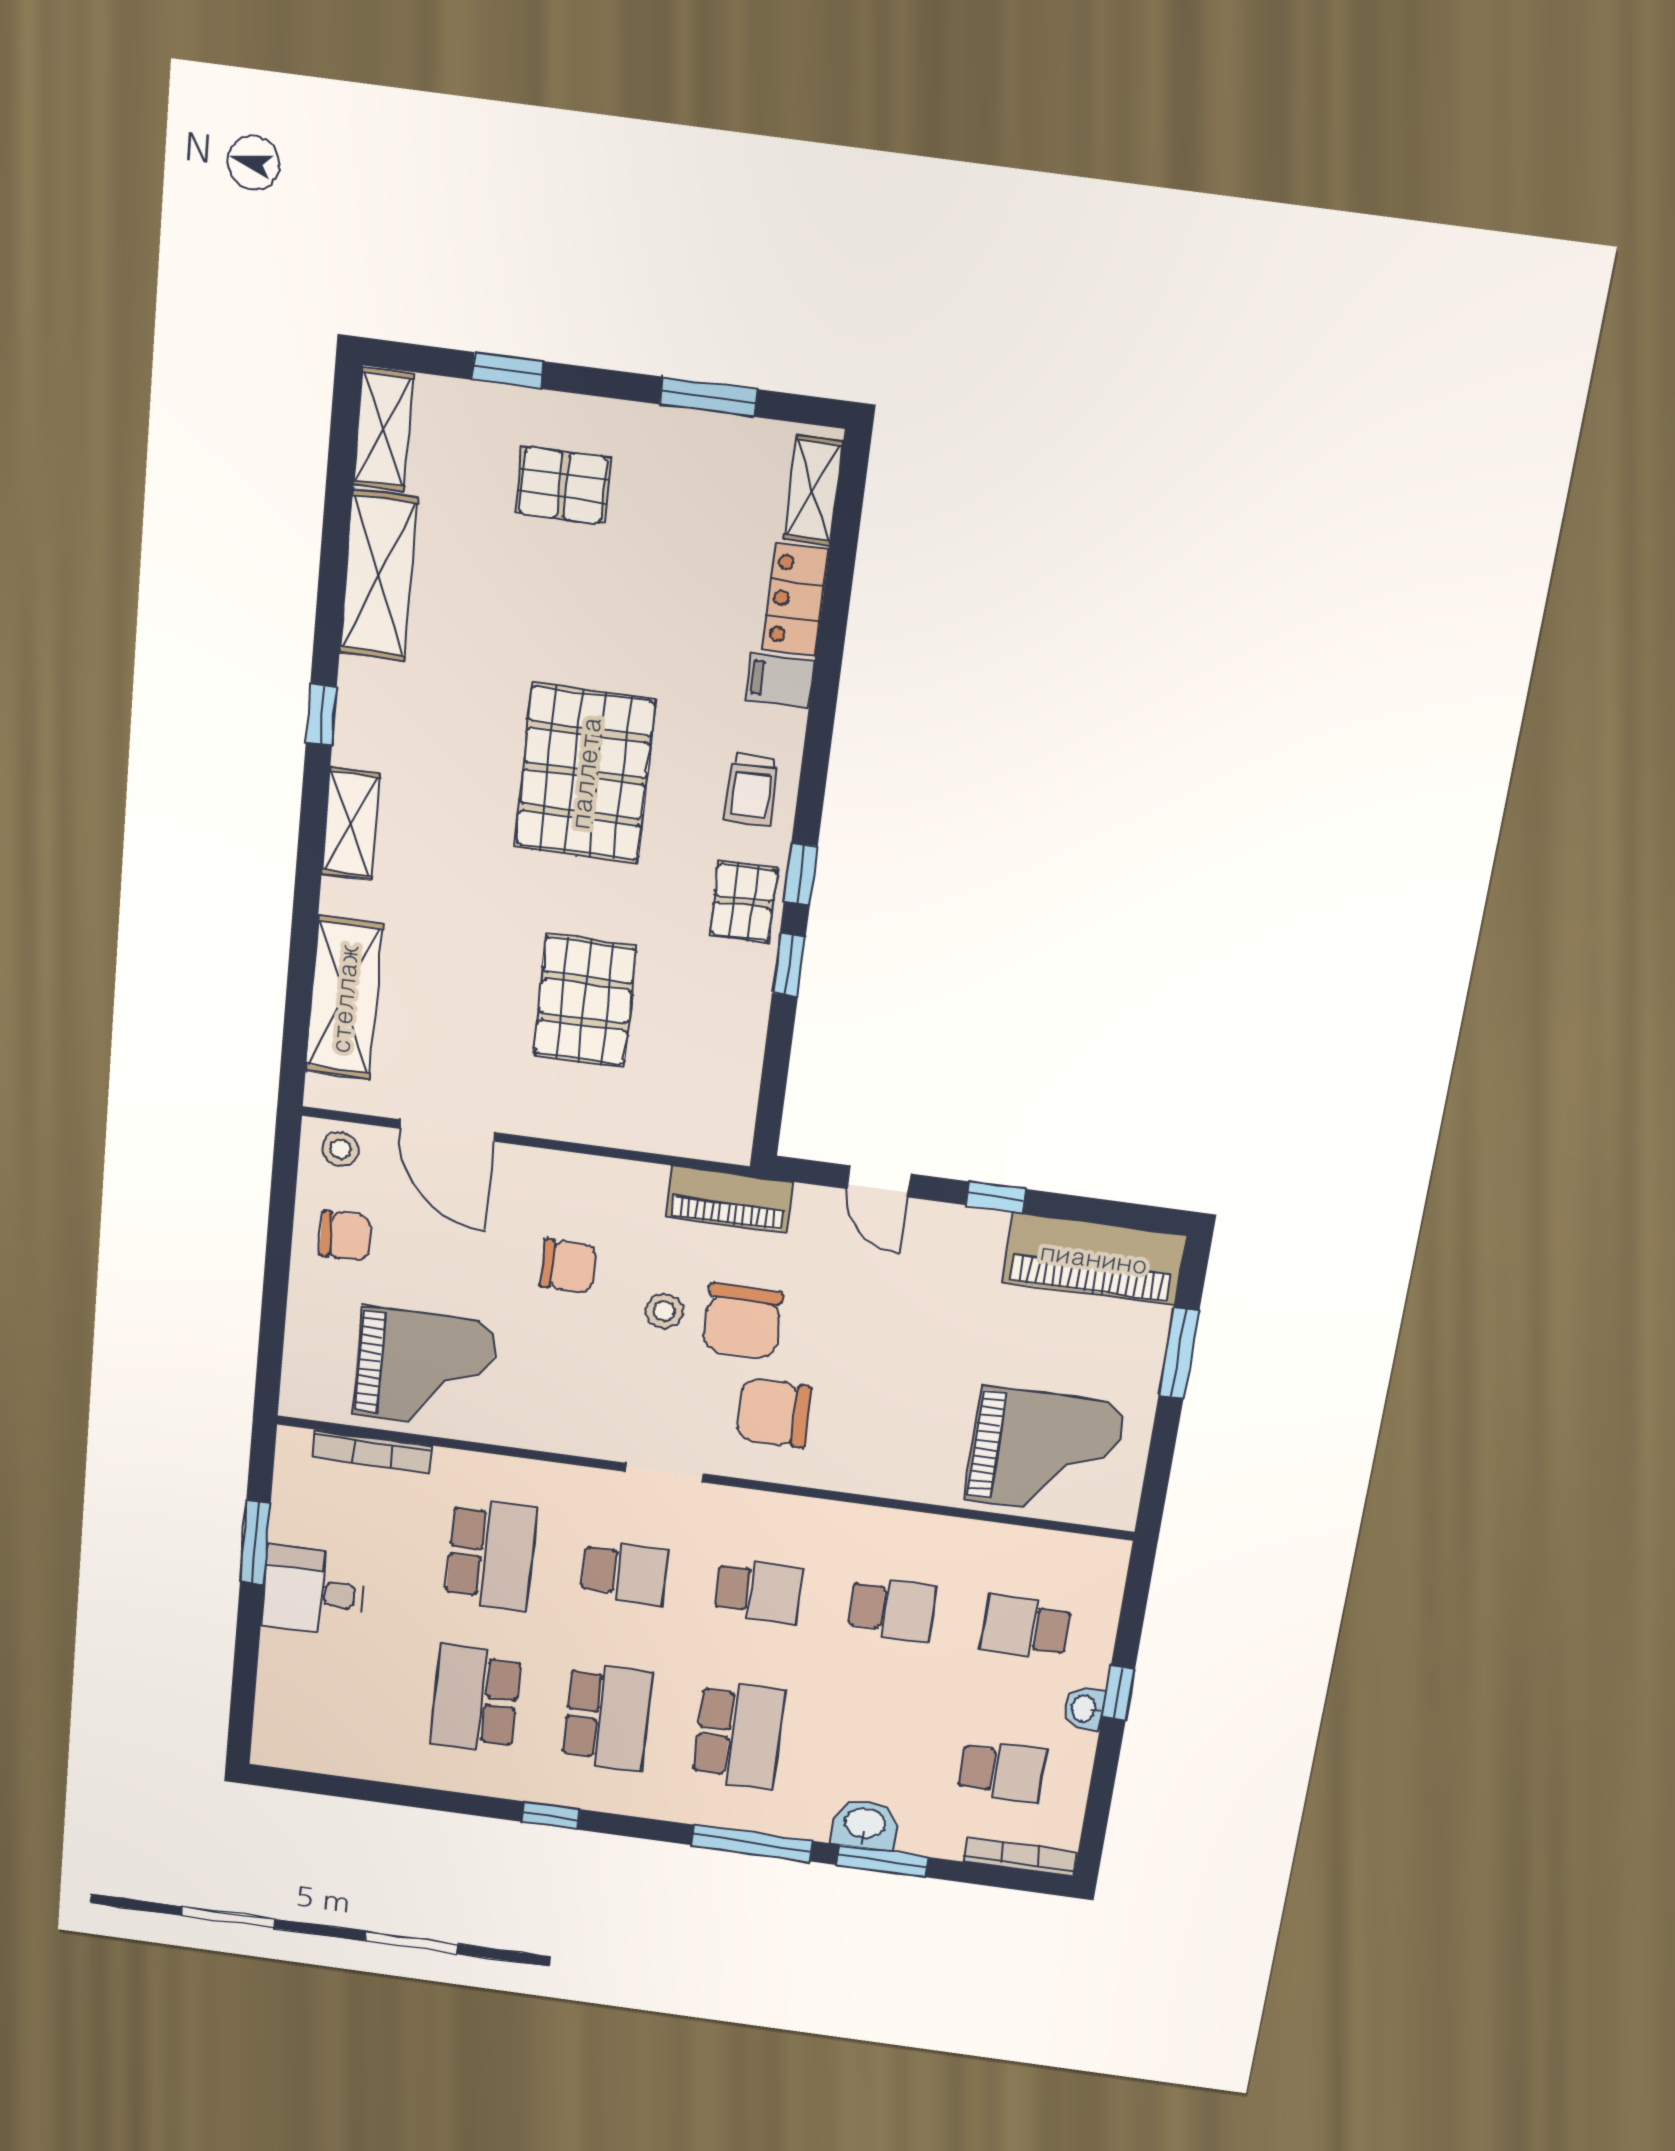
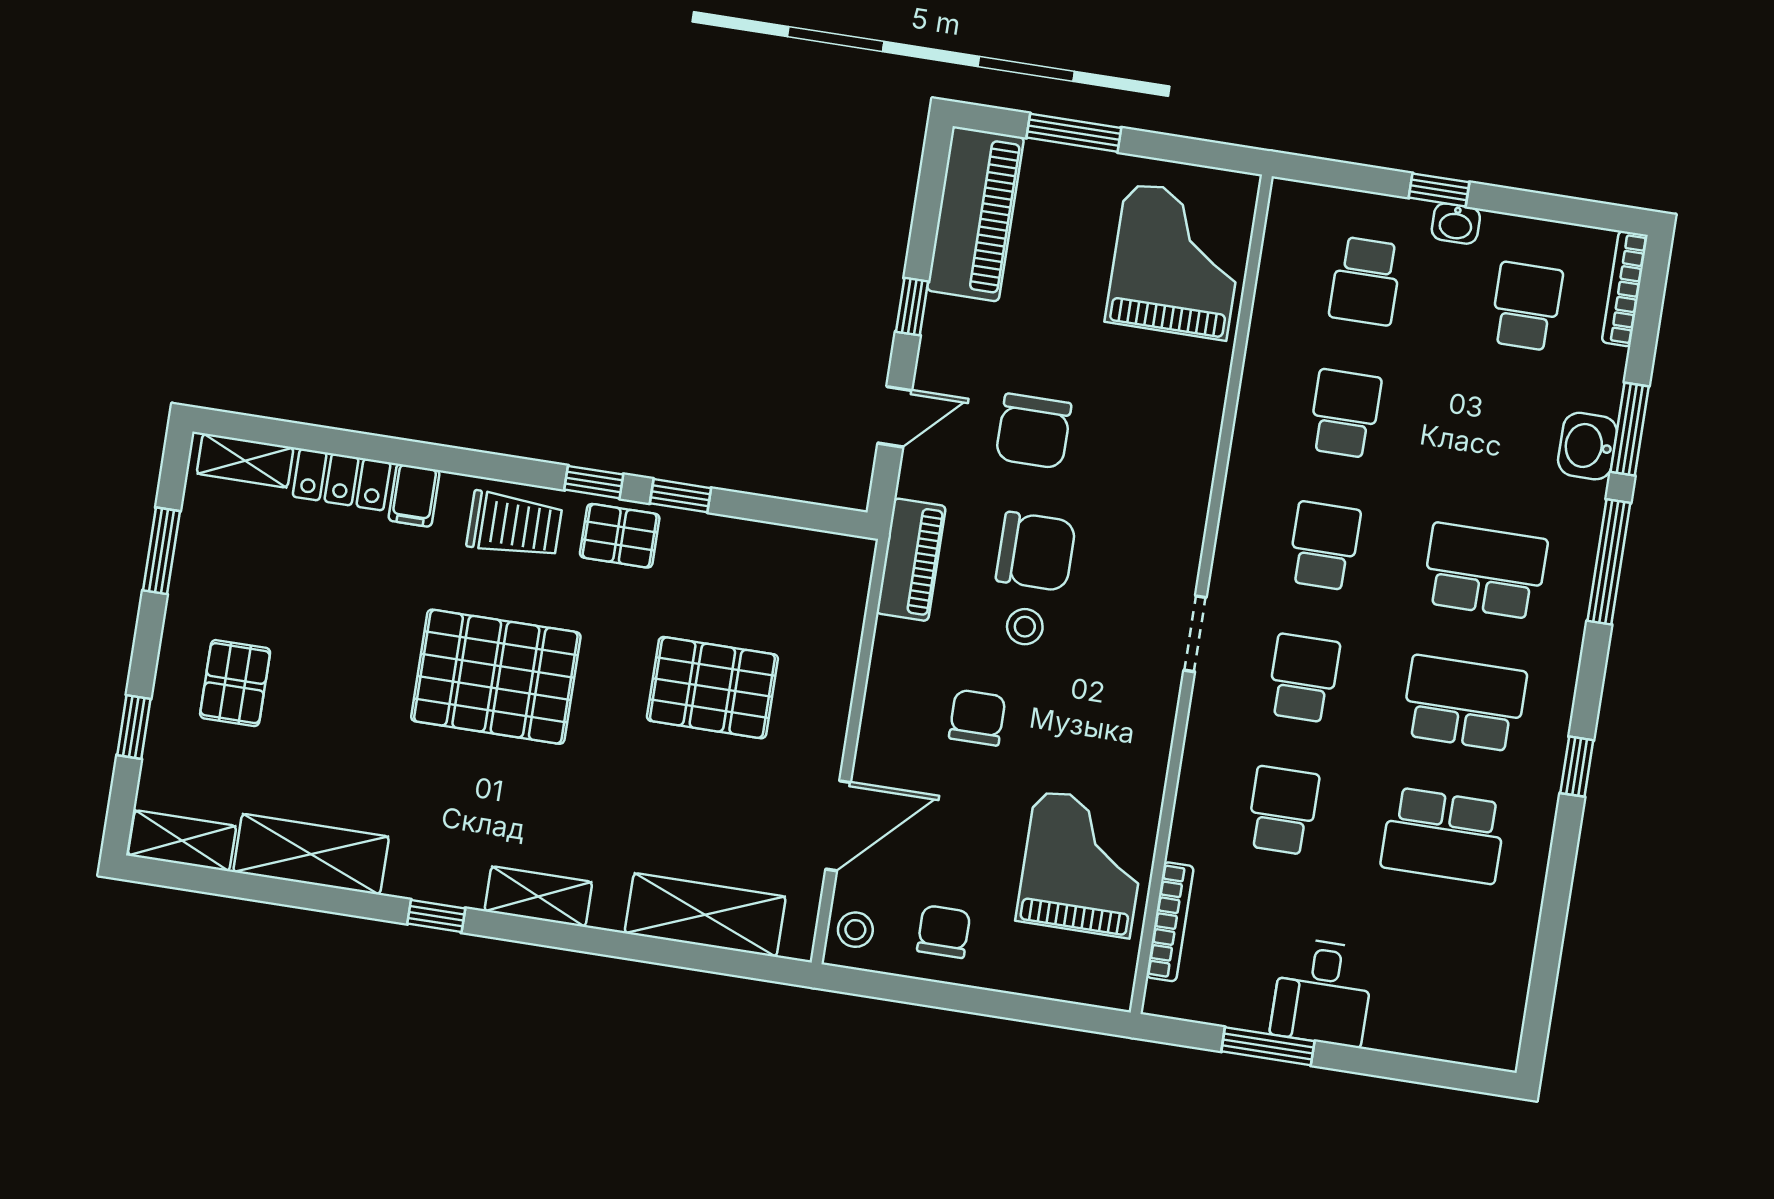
trolley: (751, 790) -> (514, 525), width x1.36, depth x1.39
chair: (774, 1413) -> (1033, 431), moved
school desk: (491, 1555) -> (1283, 810), width x0.54

